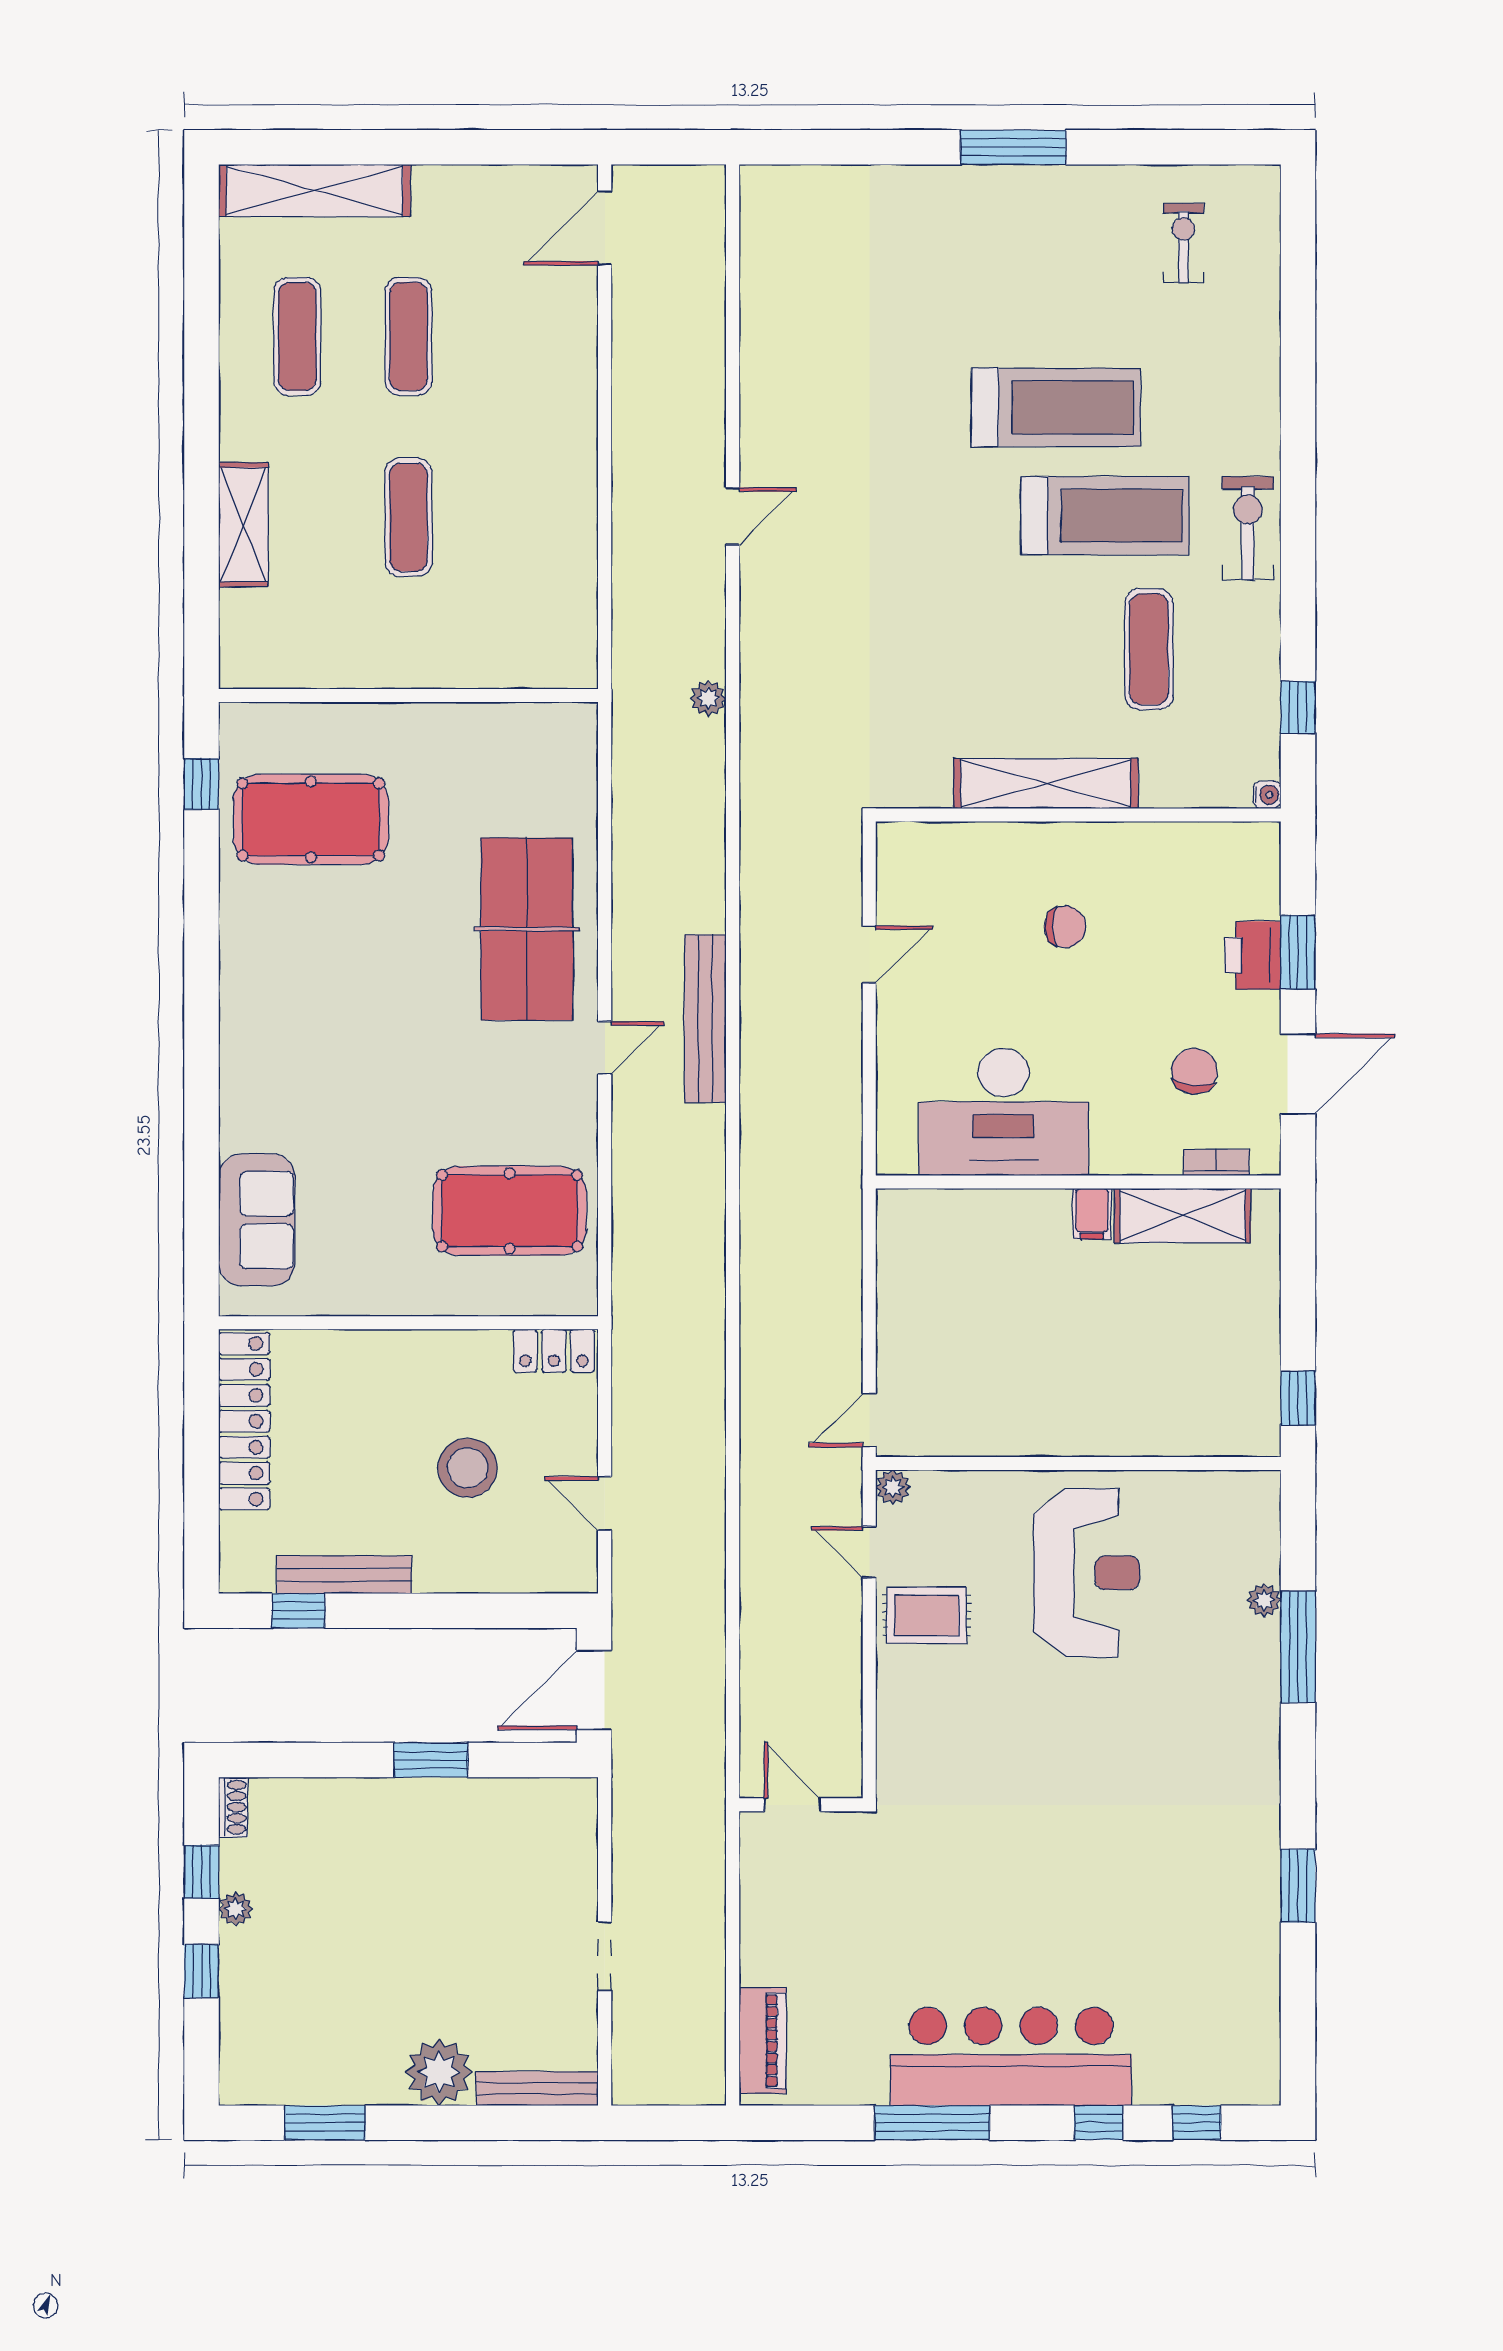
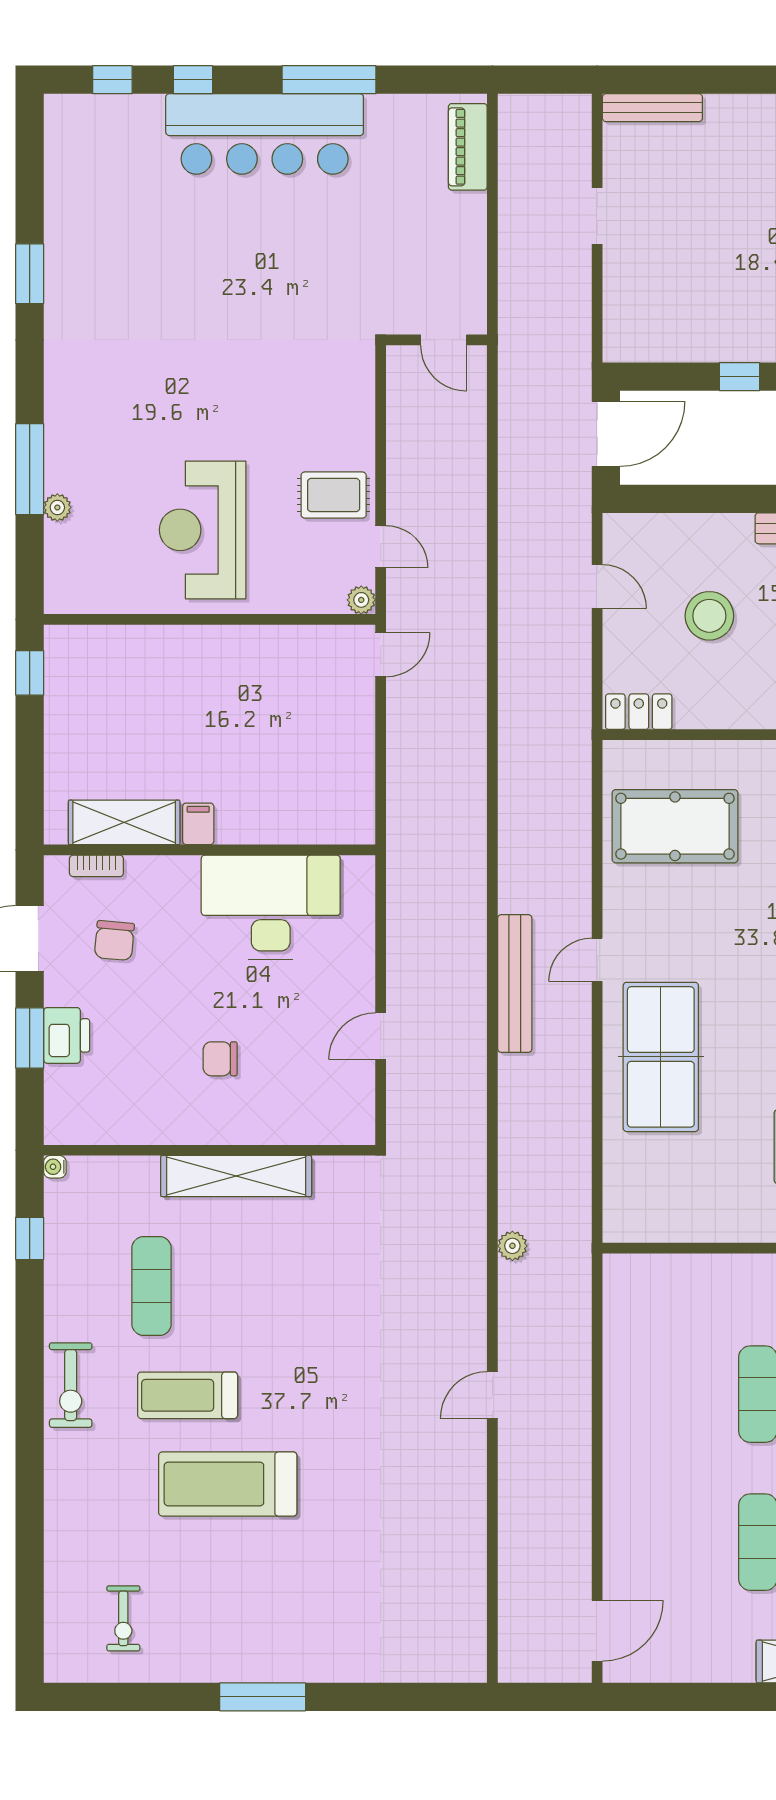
treadmill: (1105, 516) -> (188, 1395), width x0.73, depth x0.73
window: (431, 1760) -> (739, 377), width x0.67
plant: (439, 2072) -> (733, 121), removed

